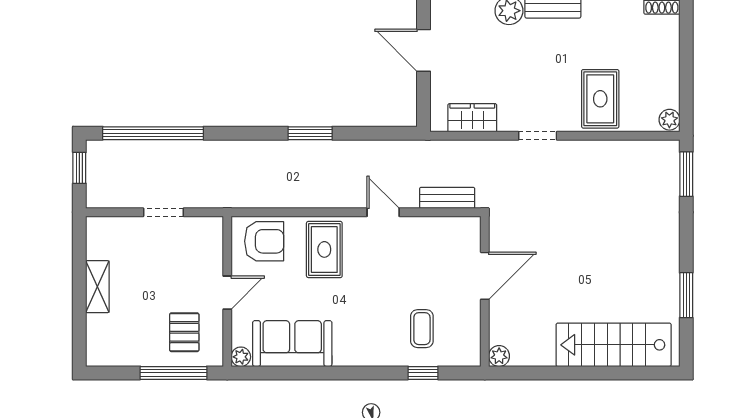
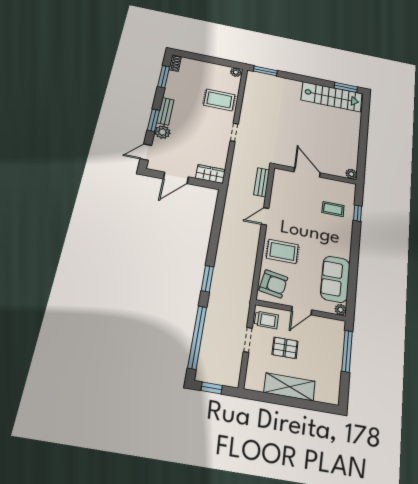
wardrobe: (472, 118) -> (211, 174), moved, turned 90
window: (310, 133) -> (207, 279), moved
trolley: (201, 237) -> (266, 320), added
armchair: (264, 241) -> (273, 284), turned 100
shelving: (97, 287) -> (290, 387), width x1.50, depth x1.33
door: (227, 293) -> (302, 311), swing flipped
window: (686, 295) -> (346, 87), moved
pallet: (184, 332) -> (285, 348), moved
stairs: (614, 345) -> (332, 97), moved, turned -90

